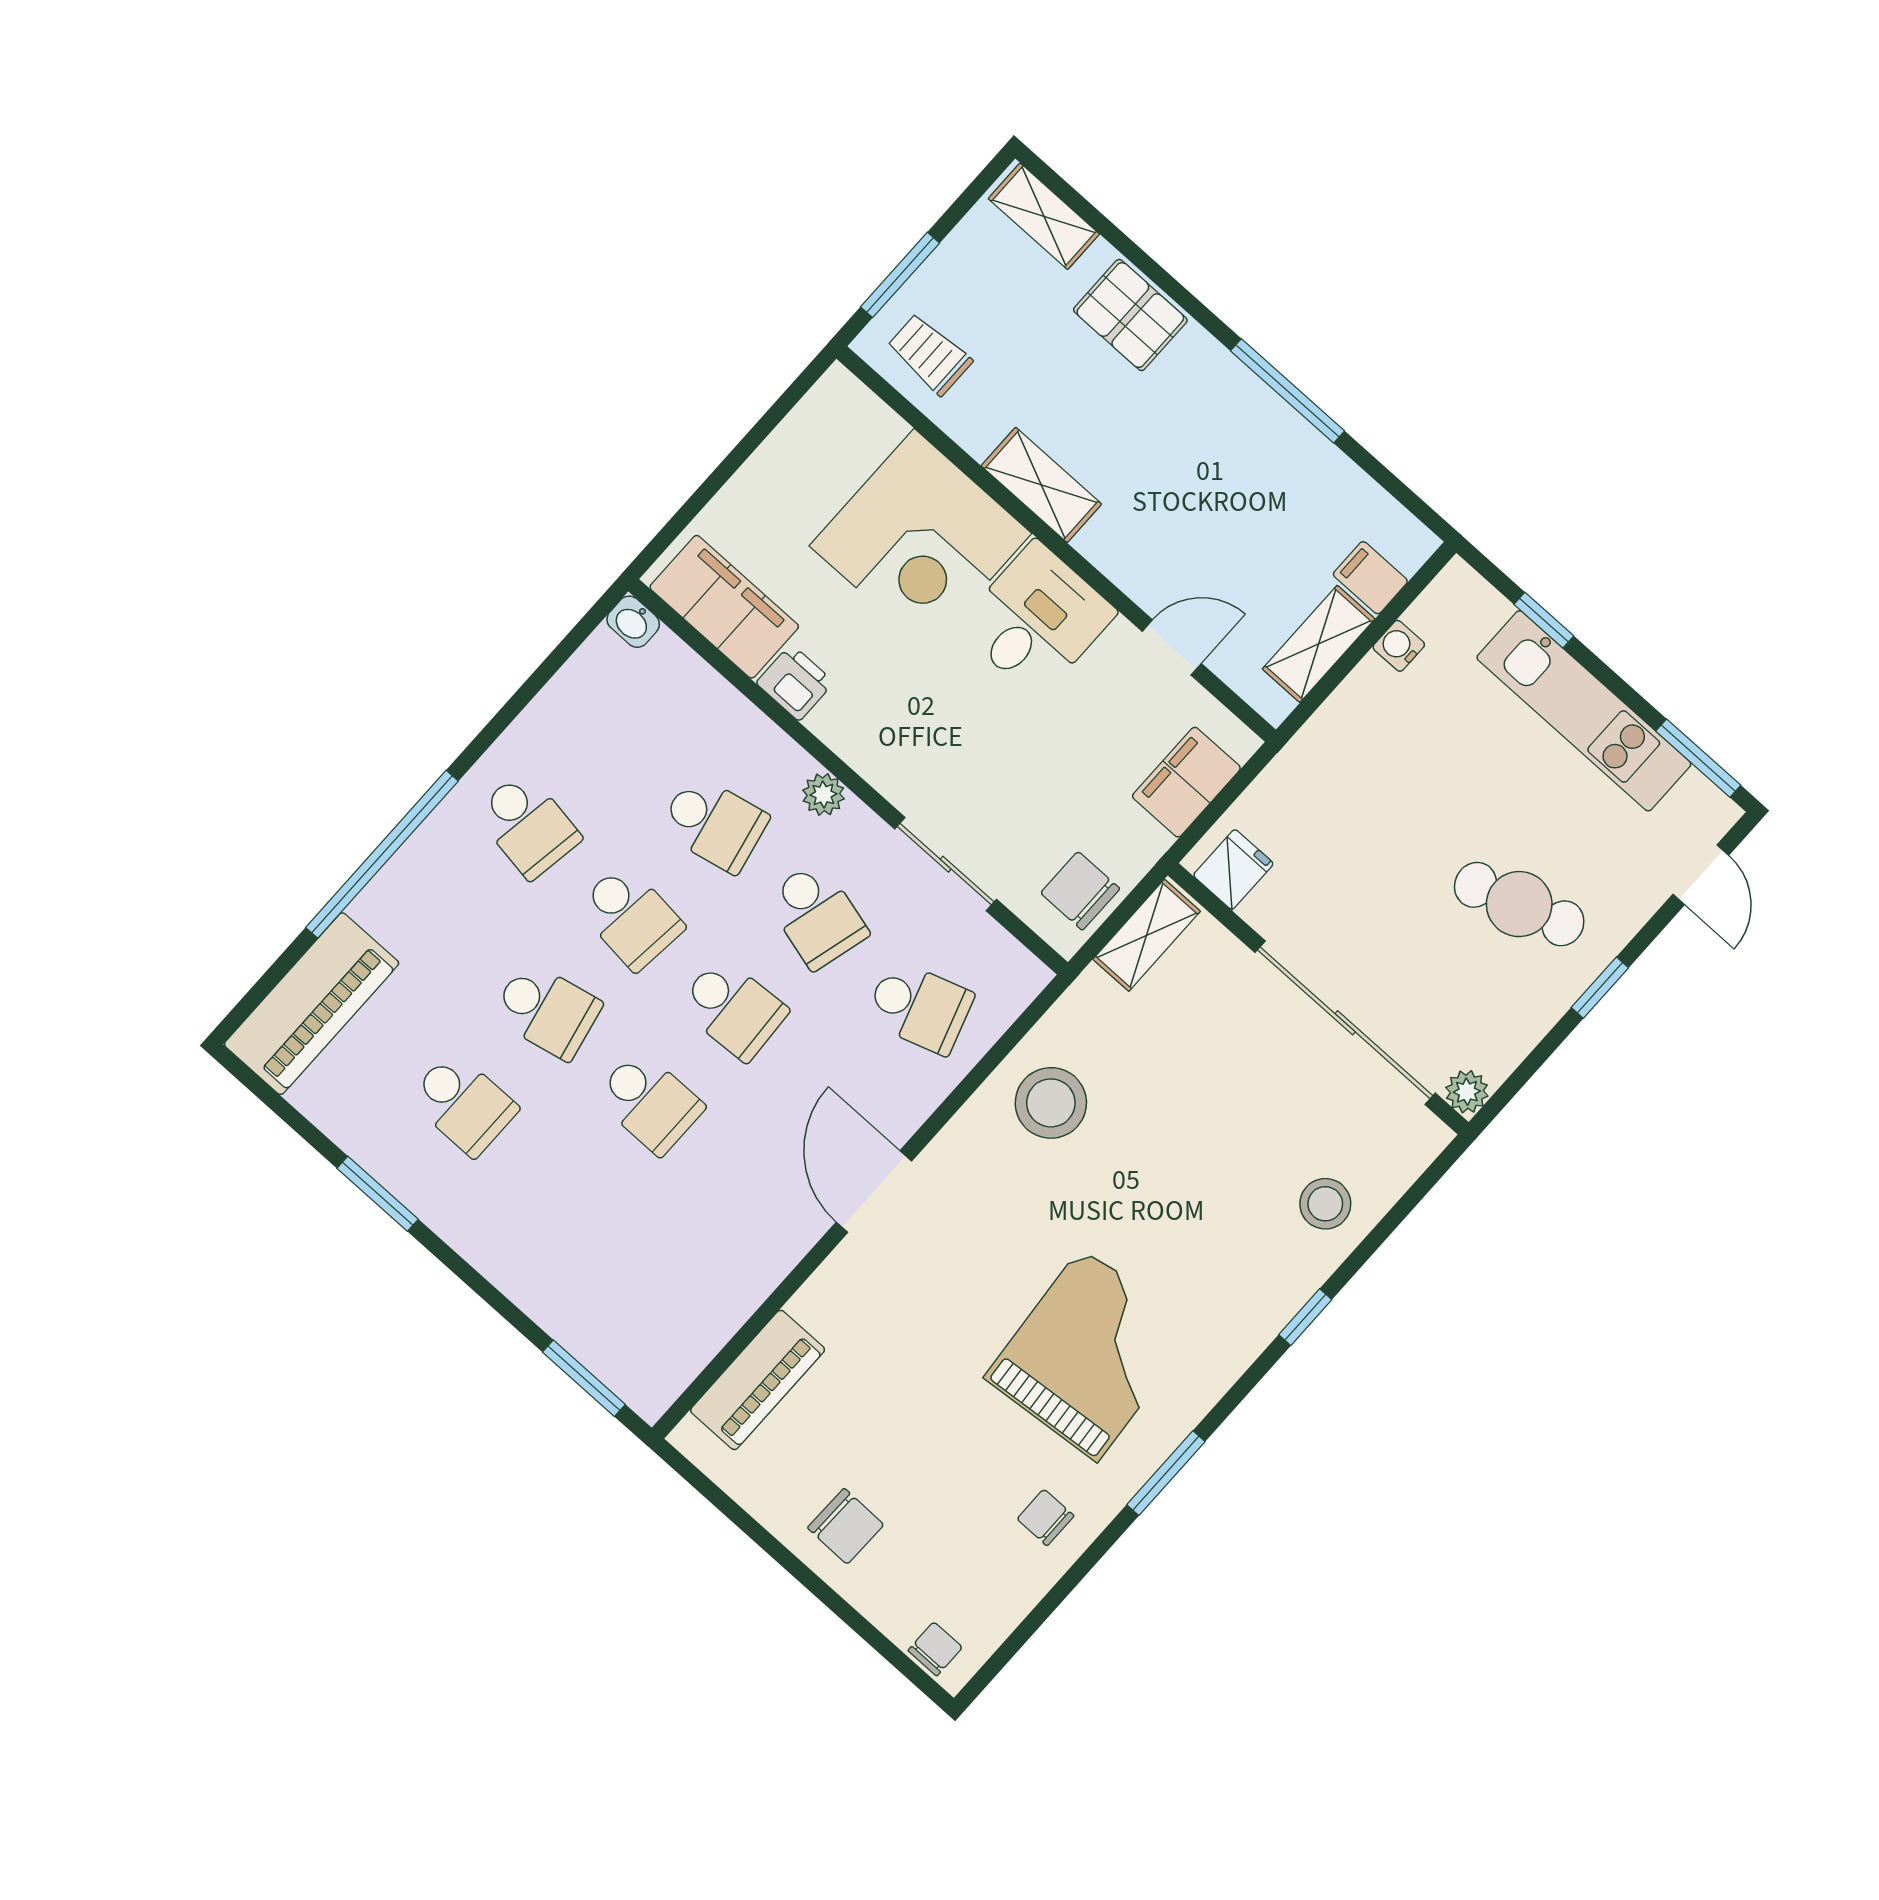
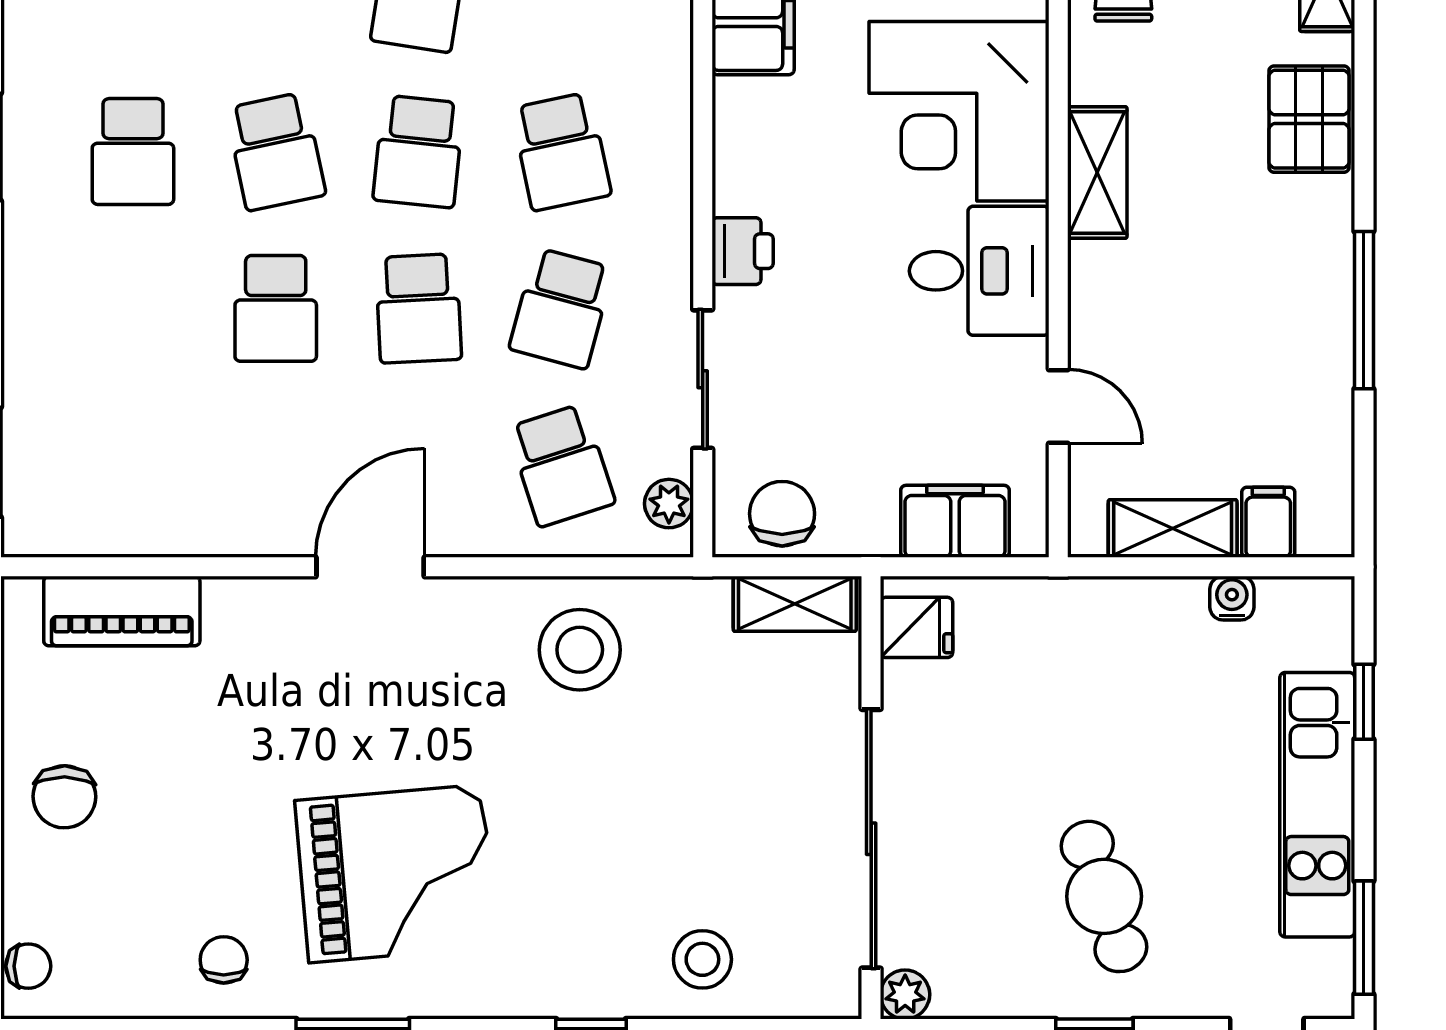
printer: (795, 682) -> (743, 251), moved
plant: (823, 794) -> (669, 504), moved

